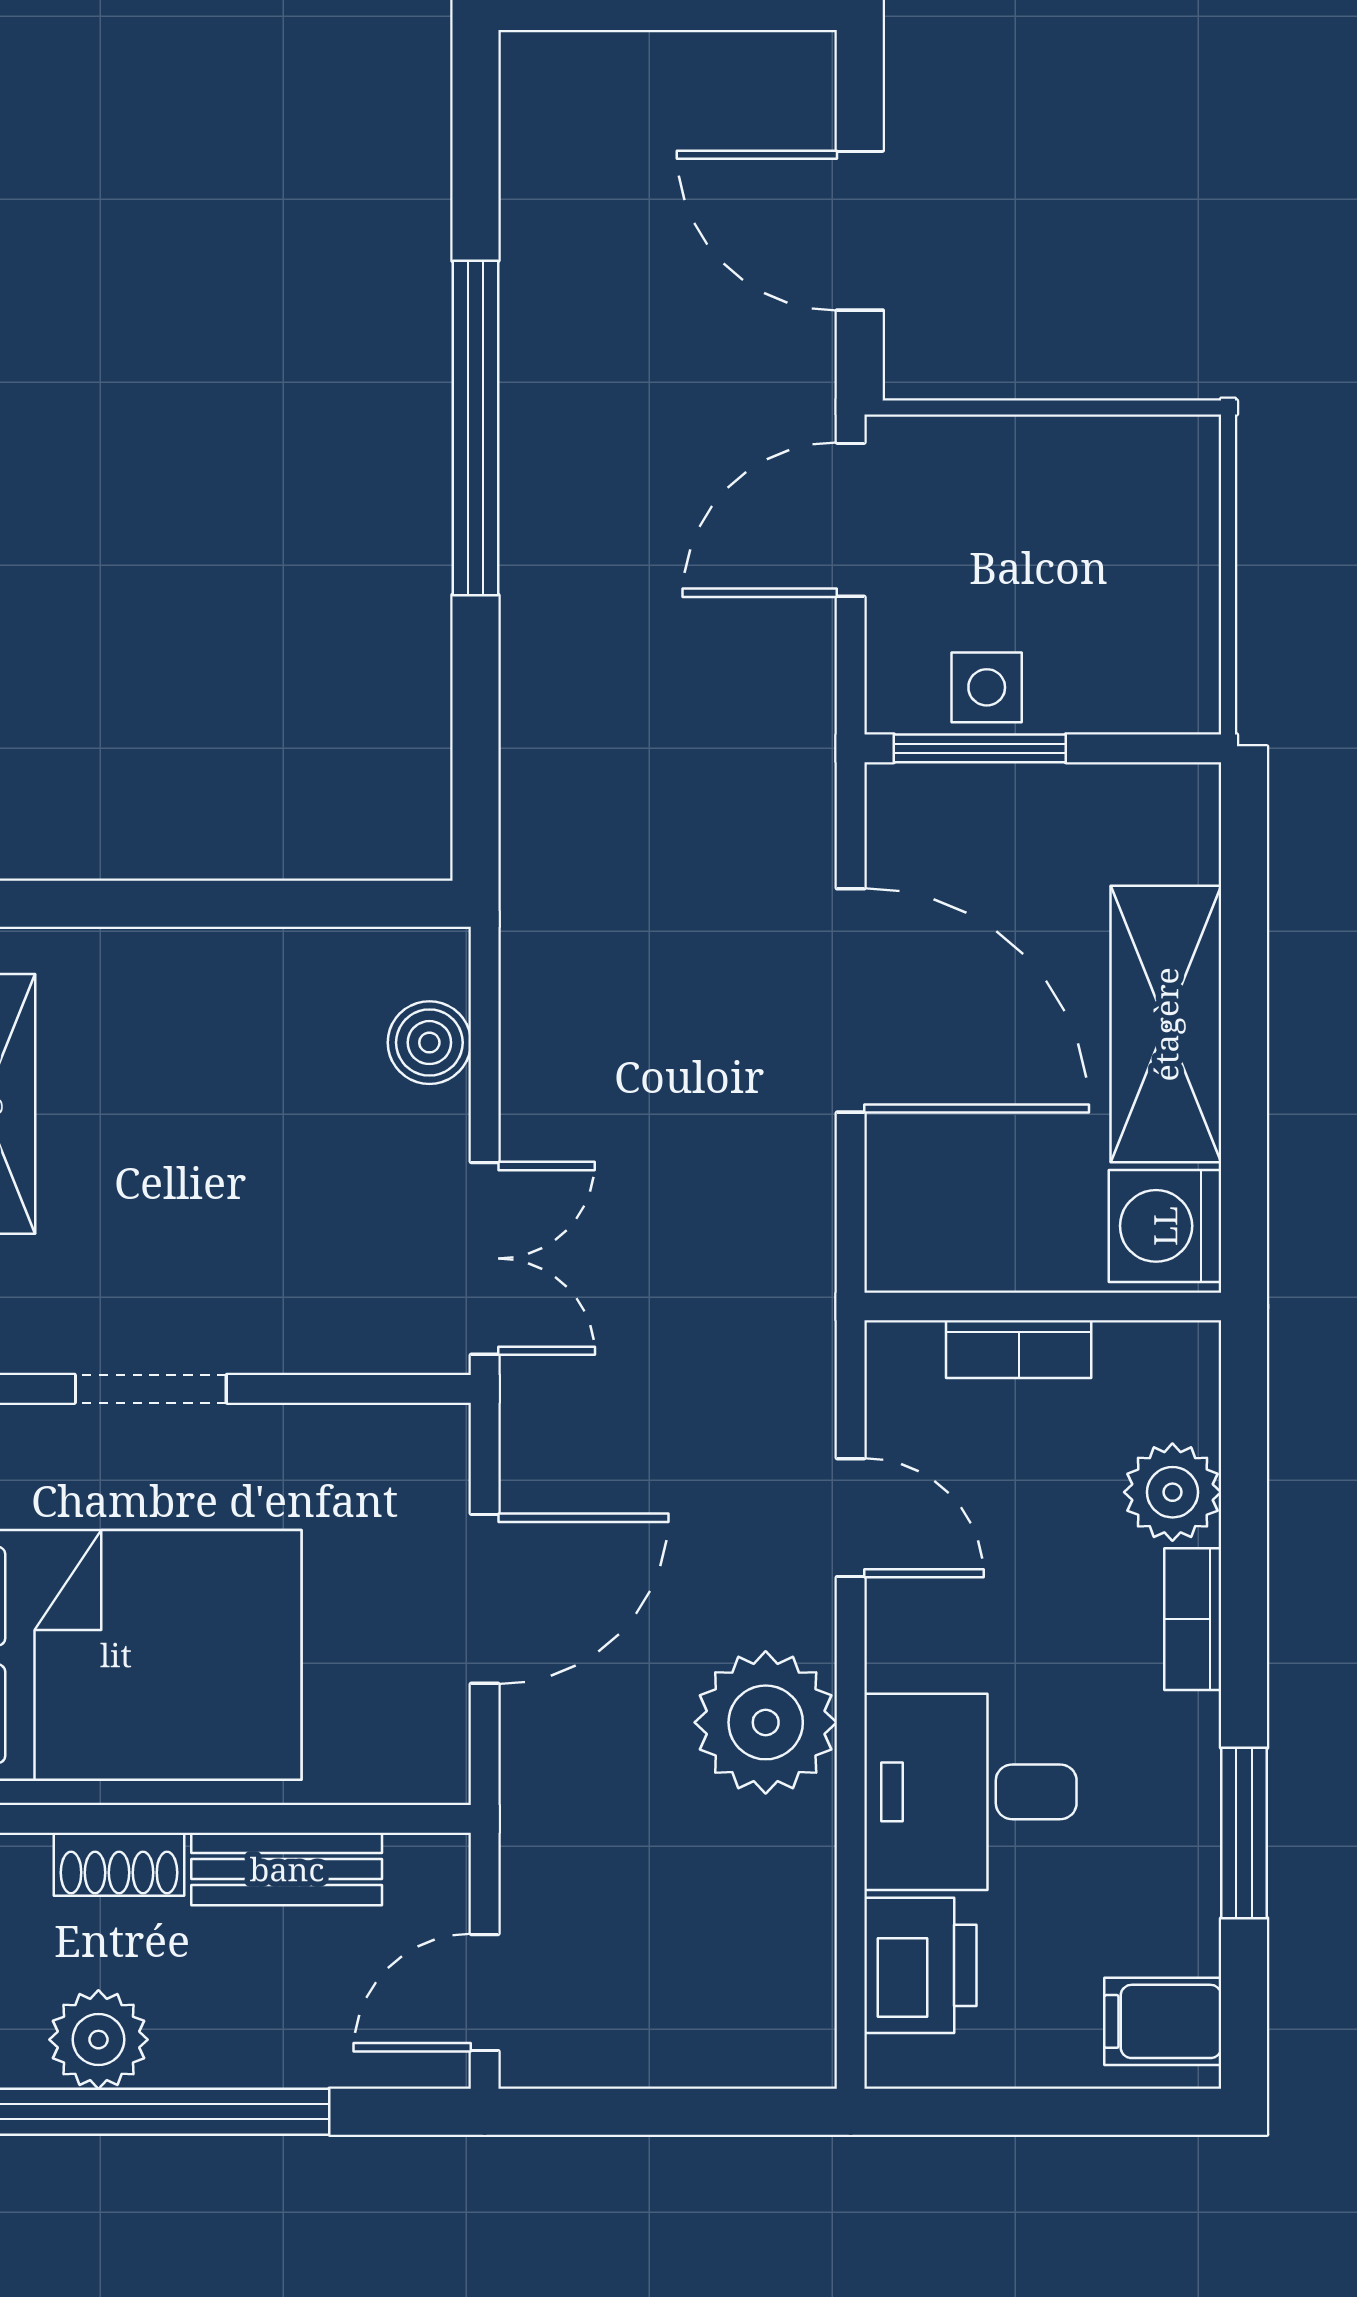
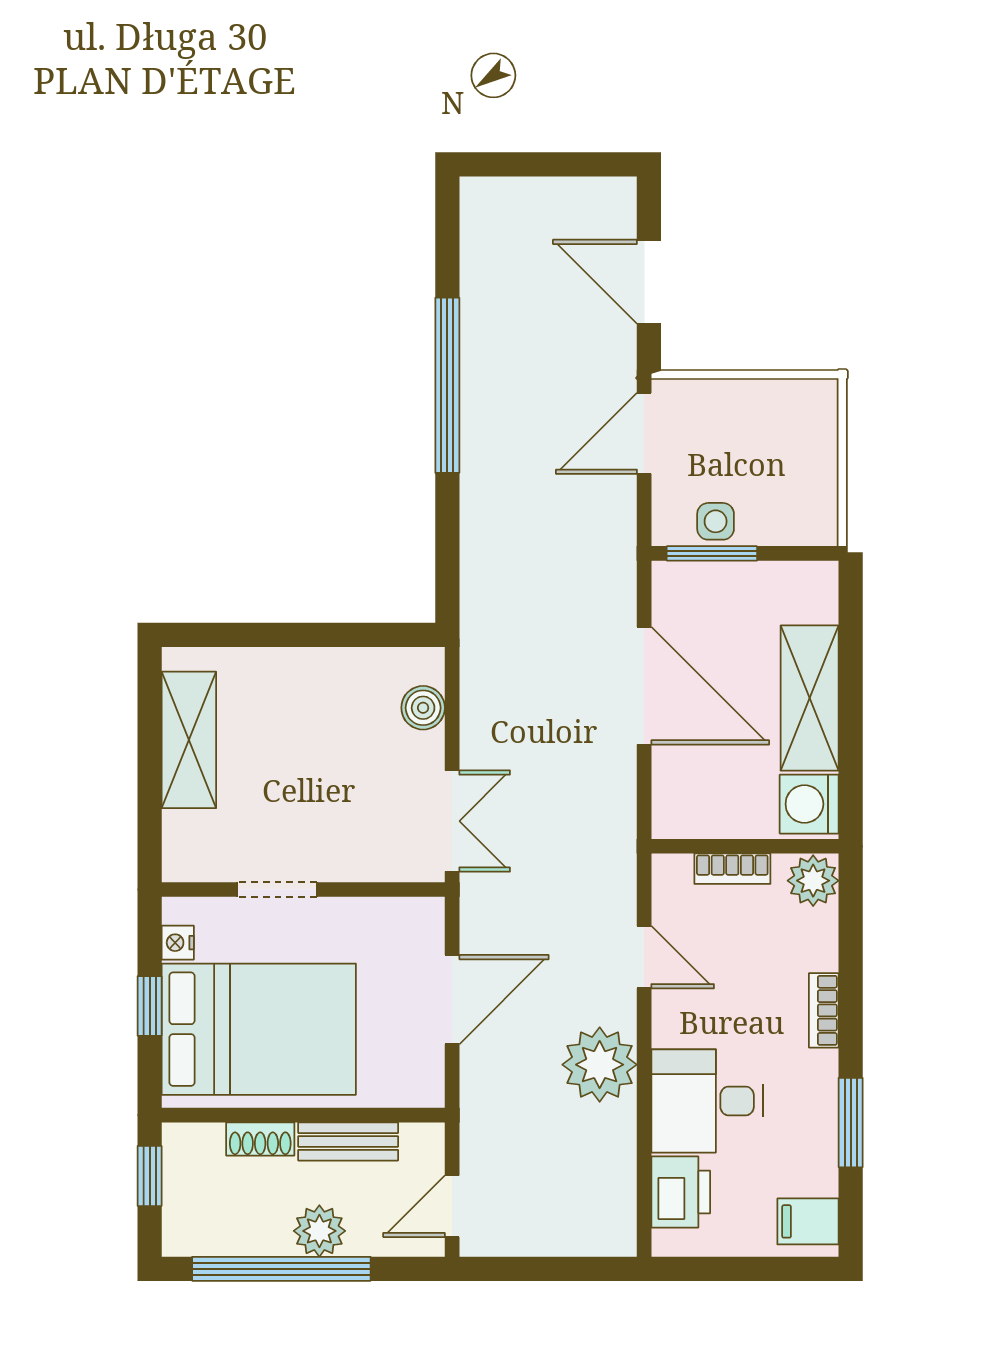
plant: (1172, 1492) -> (813, 881), moved
plant: (98, 2040) -> (319, 1231), moved

